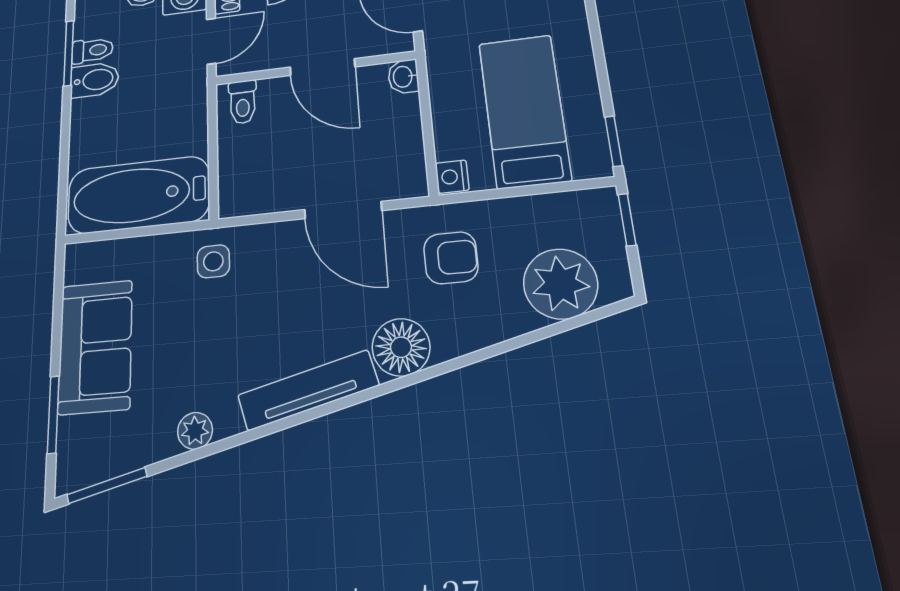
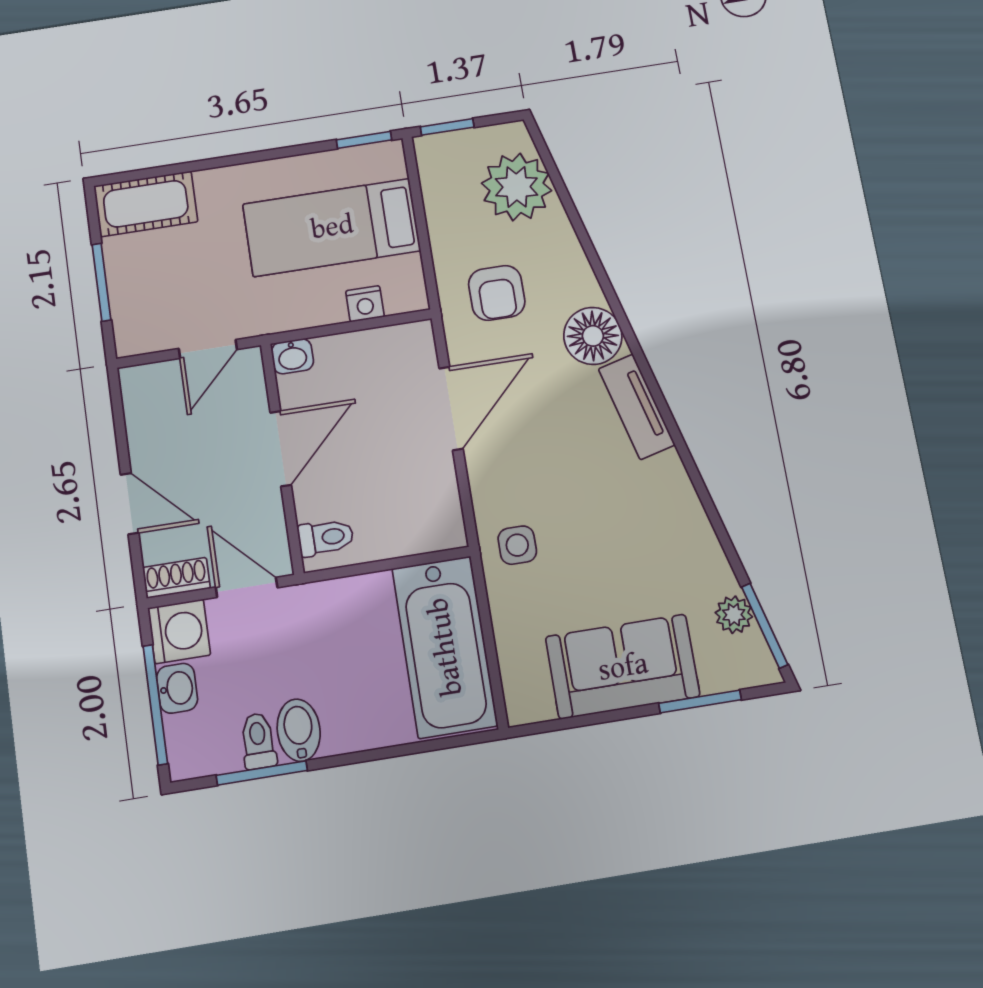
nightstand: (452, 177) -> (365, 304), moved
armchair: (451, 258) -> (497, 293), turned 180
tv unit: (308, 390) -> (637, 407), width x0.71
plant: (195, 431) -> (734, 615), moved

